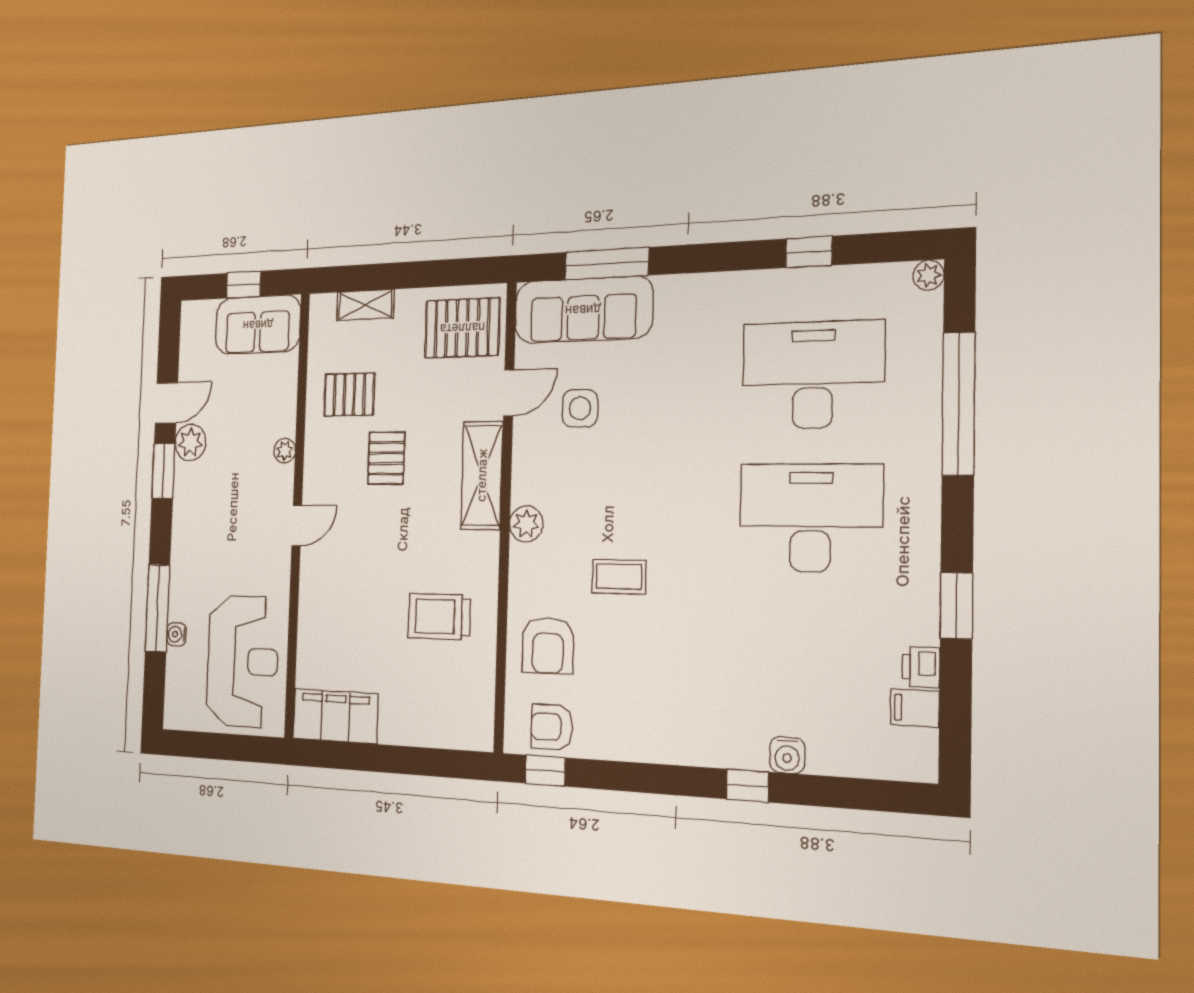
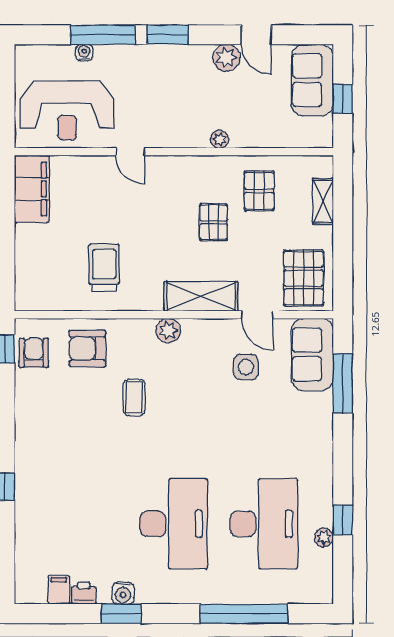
plant: (929, 275) -> (324, 537), moved
sofa: (583, 310) -> (312, 354), width x0.73
sofa: (258, 325) -> (313, 80), moved
pallet: (386, 458) -> (213, 222), turned 90
window: (163, 471) -> (168, 35), moved
door: (297, 525) -> (130, 152), moved
water cooler: (787, 755) -> (123, 593), moved, turned -90

